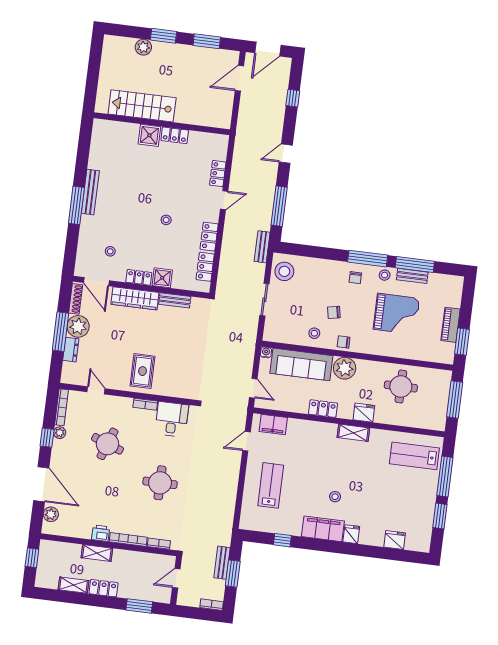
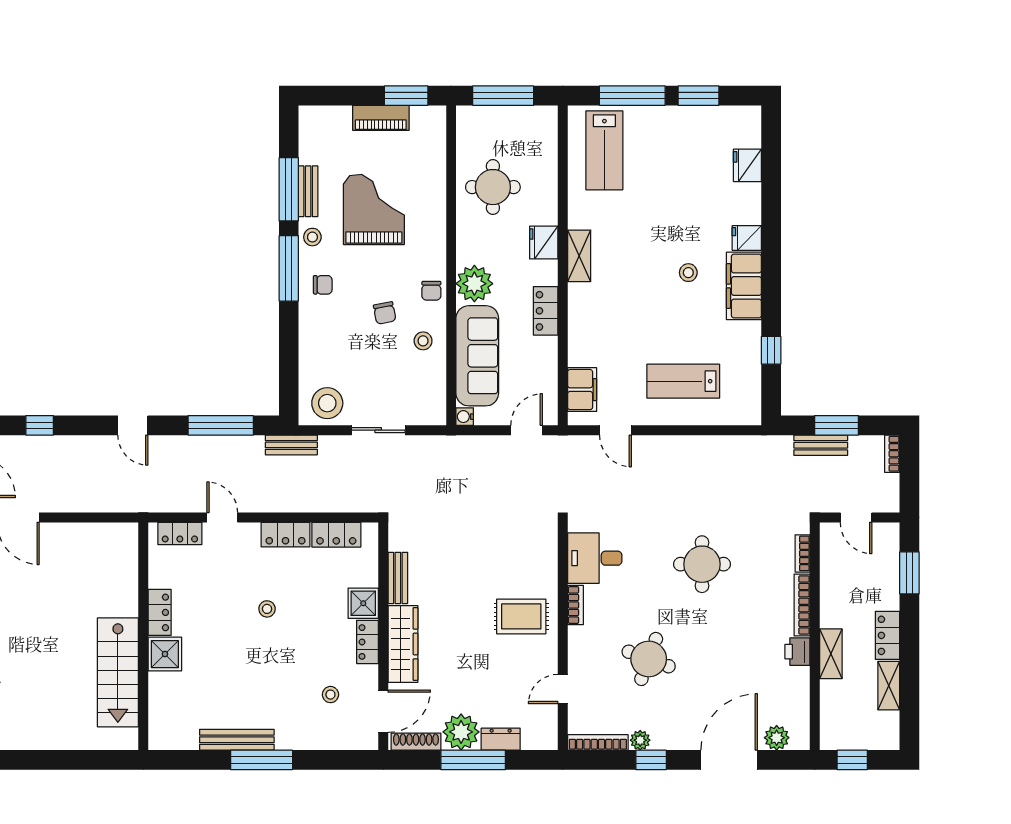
stairs: (142, 106) -> (118, 672), moved
wall: (162, 124) -> (143, 636), moved
shower: (149, 135) -> (165, 654), moved
locker: (175, 135) -> (160, 612), moved

